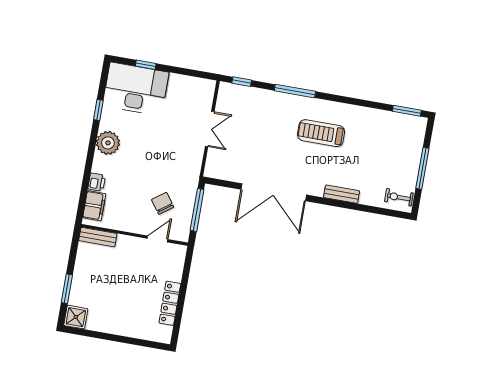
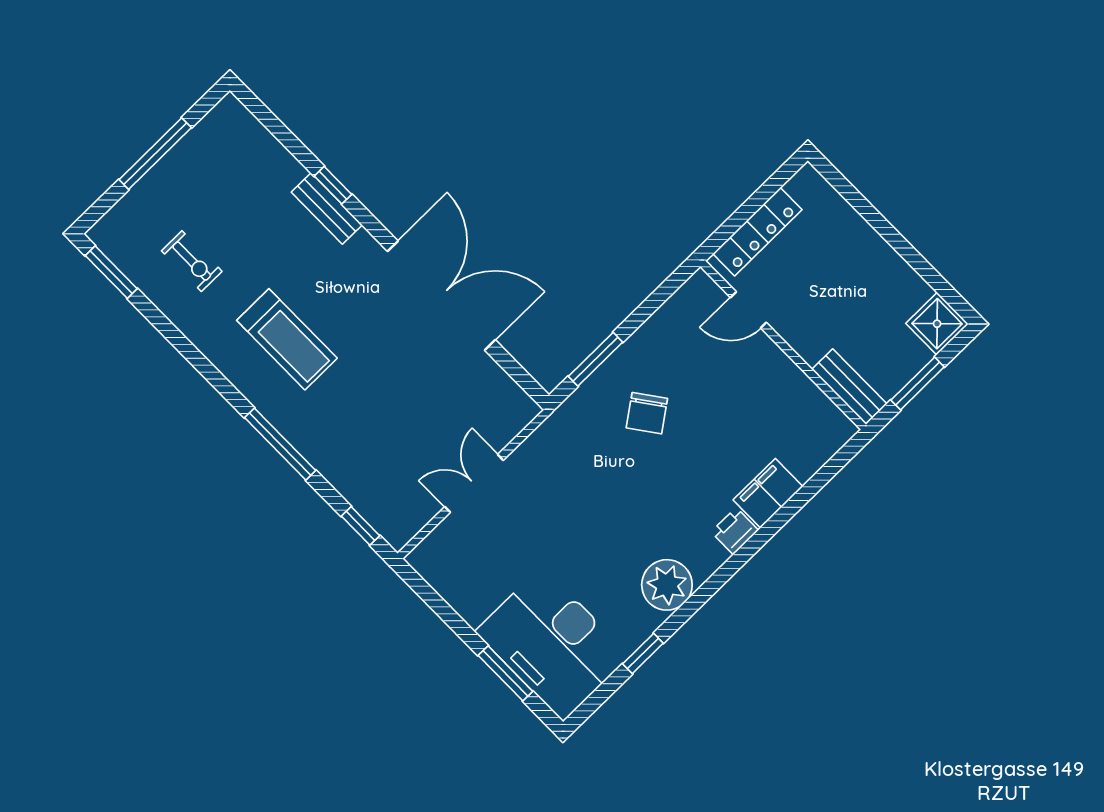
window: (146, 65) -> (505, 673), width x1.50
exercise bike: (399, 197) -> (192, 261), moved
window: (346, 205) -> (333, 185), added
window: (197, 210) -> (596, 359), width x0.69
wall: (135, 235) -> (783, 345), moved
bench: (98, 237) -> (849, 387), moved
door: (158, 239) -> (748, 310), moved

